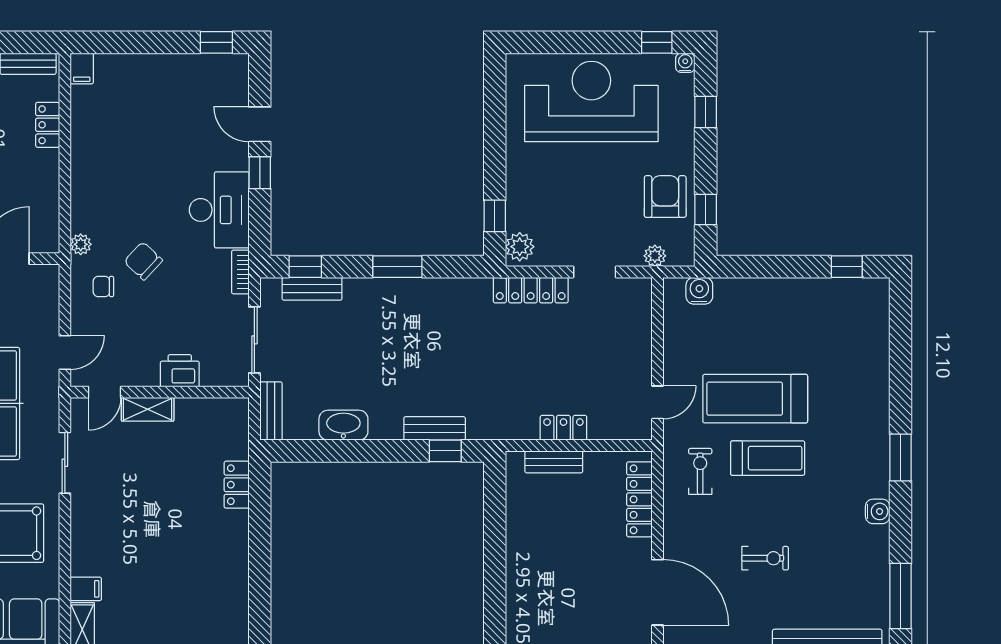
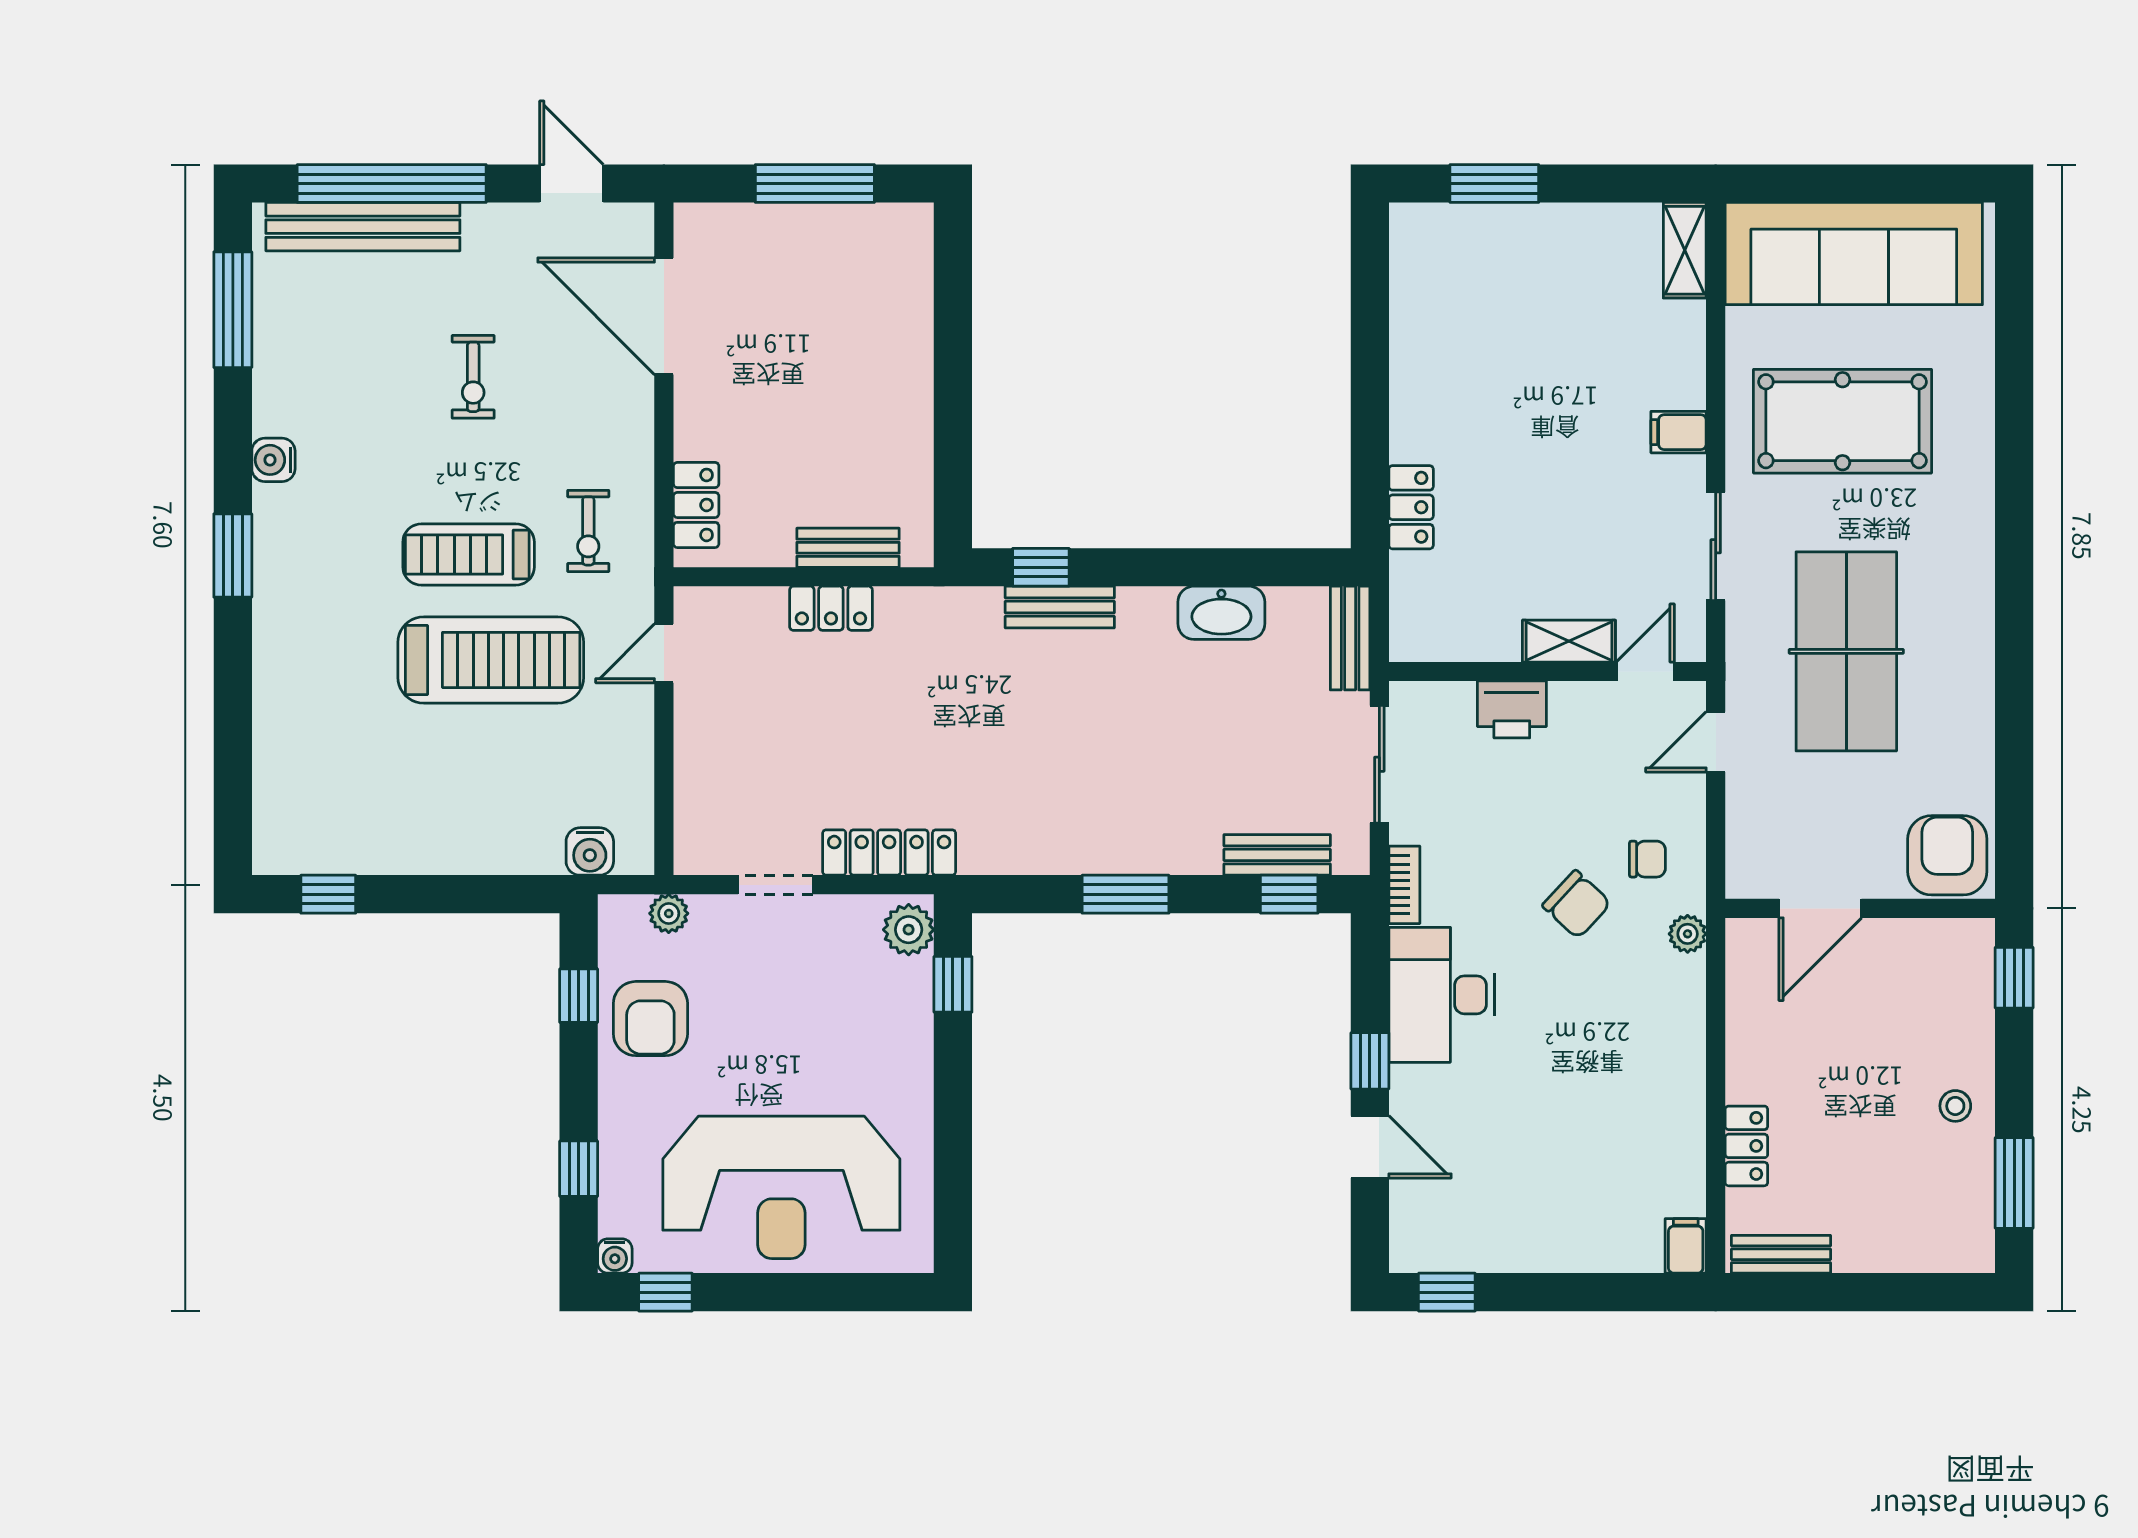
locker: (639, 499) -> (696, 505), width x0.66
exercise bike: (765, 558) -> (473, 377), turned -90
filing cabinet: (86, 589) -> (1679, 432), moved

